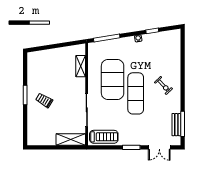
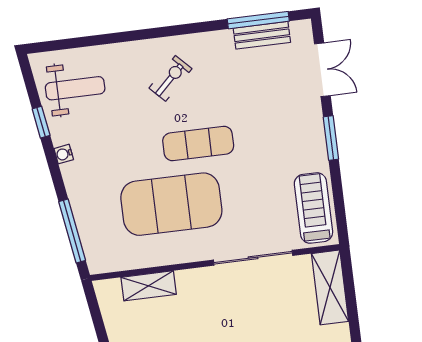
weight bench: (164, 46) -> (75, 88), added
exercise mat: (136, 93) -> (198, 143), width x0.73, depth x0.69

